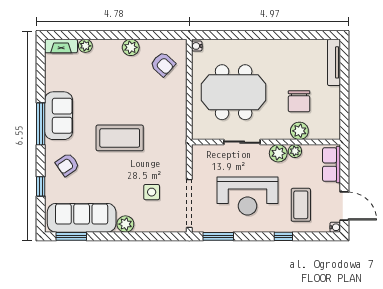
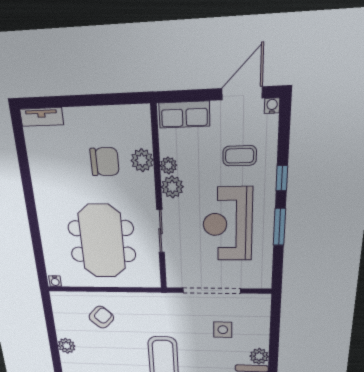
tv unit: (334, 62) -> (42, 117), width x0.71
armchair: (163, 64) -> (101, 317), moved
reception desk: (248, 196) -> (228, 224), turned 180
doorway: (189, 203) -> (212, 291), moved
coffee table: (301, 205) -> (240, 156), width x0.73, depth x0.77
window: (218, 236) -> (279, 227), moved

